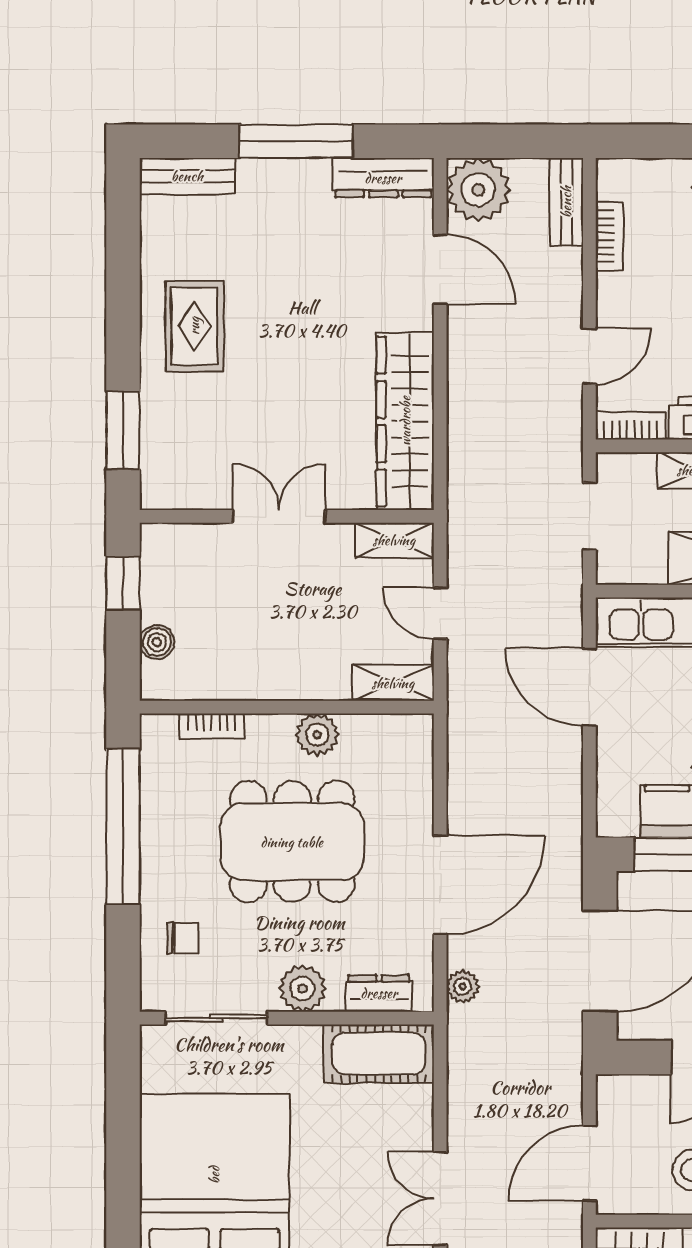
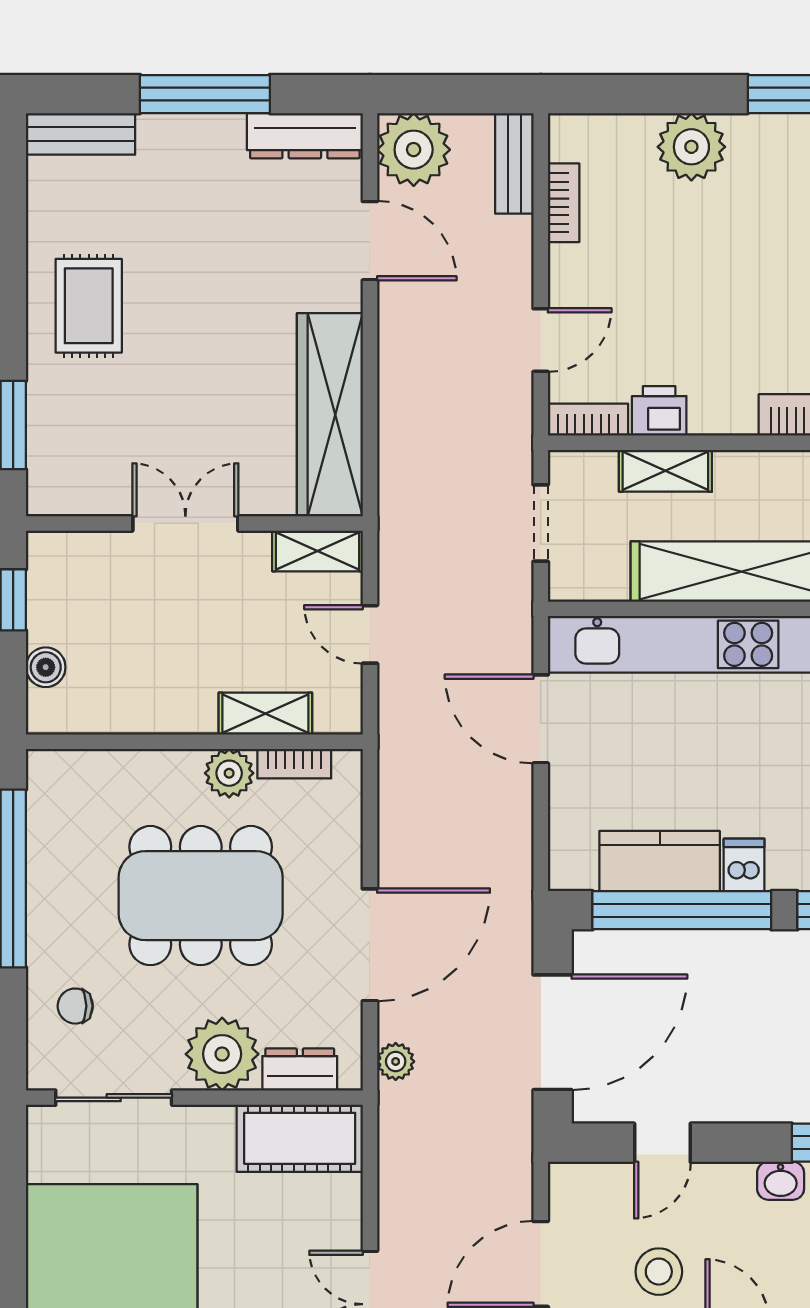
shelving: (393, 683) -> (265, 714), moved
bookcase: (212, 726) -> (294, 764), moved
chair: (183, 938) -> (75, 1006), turned 180
plant: (303, 988) -> (222, 1054), width x1.36, depth x1.36

